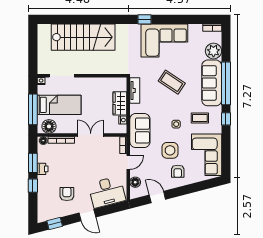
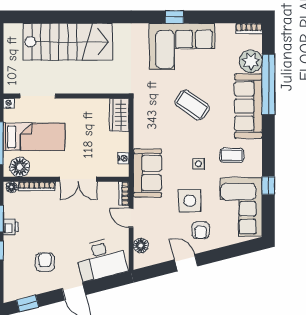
window: (145, 19) -> (174, 17), moved
window: (226, 83) -> (268, 84), moved
tv unit: (135, 91) -> (140, 117), removed
wardrobe: (120, 103) -> (119, 115), moved
window: (226, 119) -> (268, 186), moved
double door: (91, 135) -> (78, 179), swing flipped
door: (128, 162) -> (131, 218), swing flipped
door: (157, 197) -> (186, 263), moved

